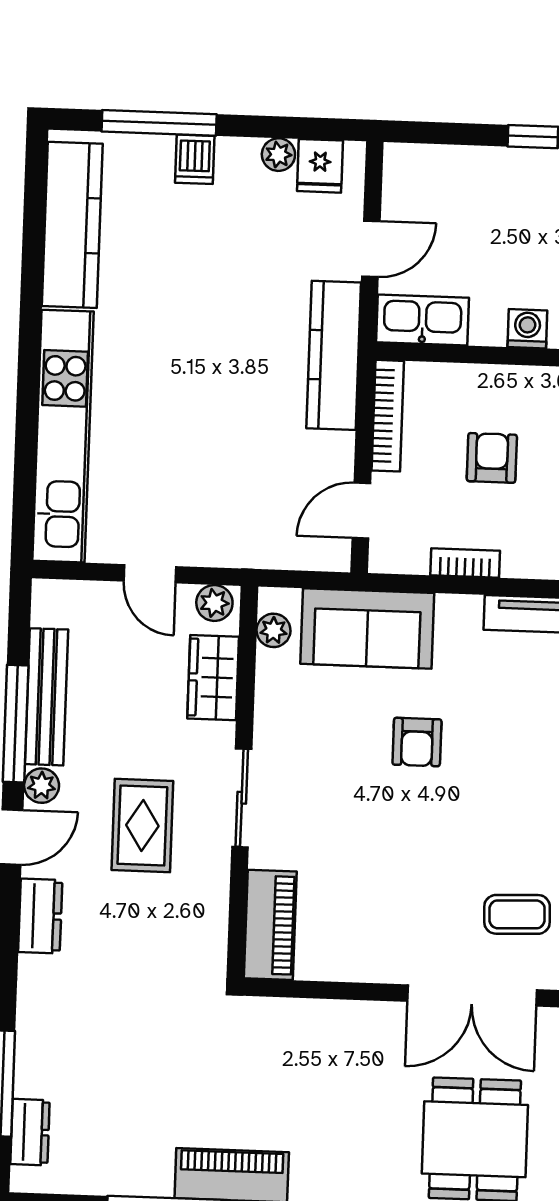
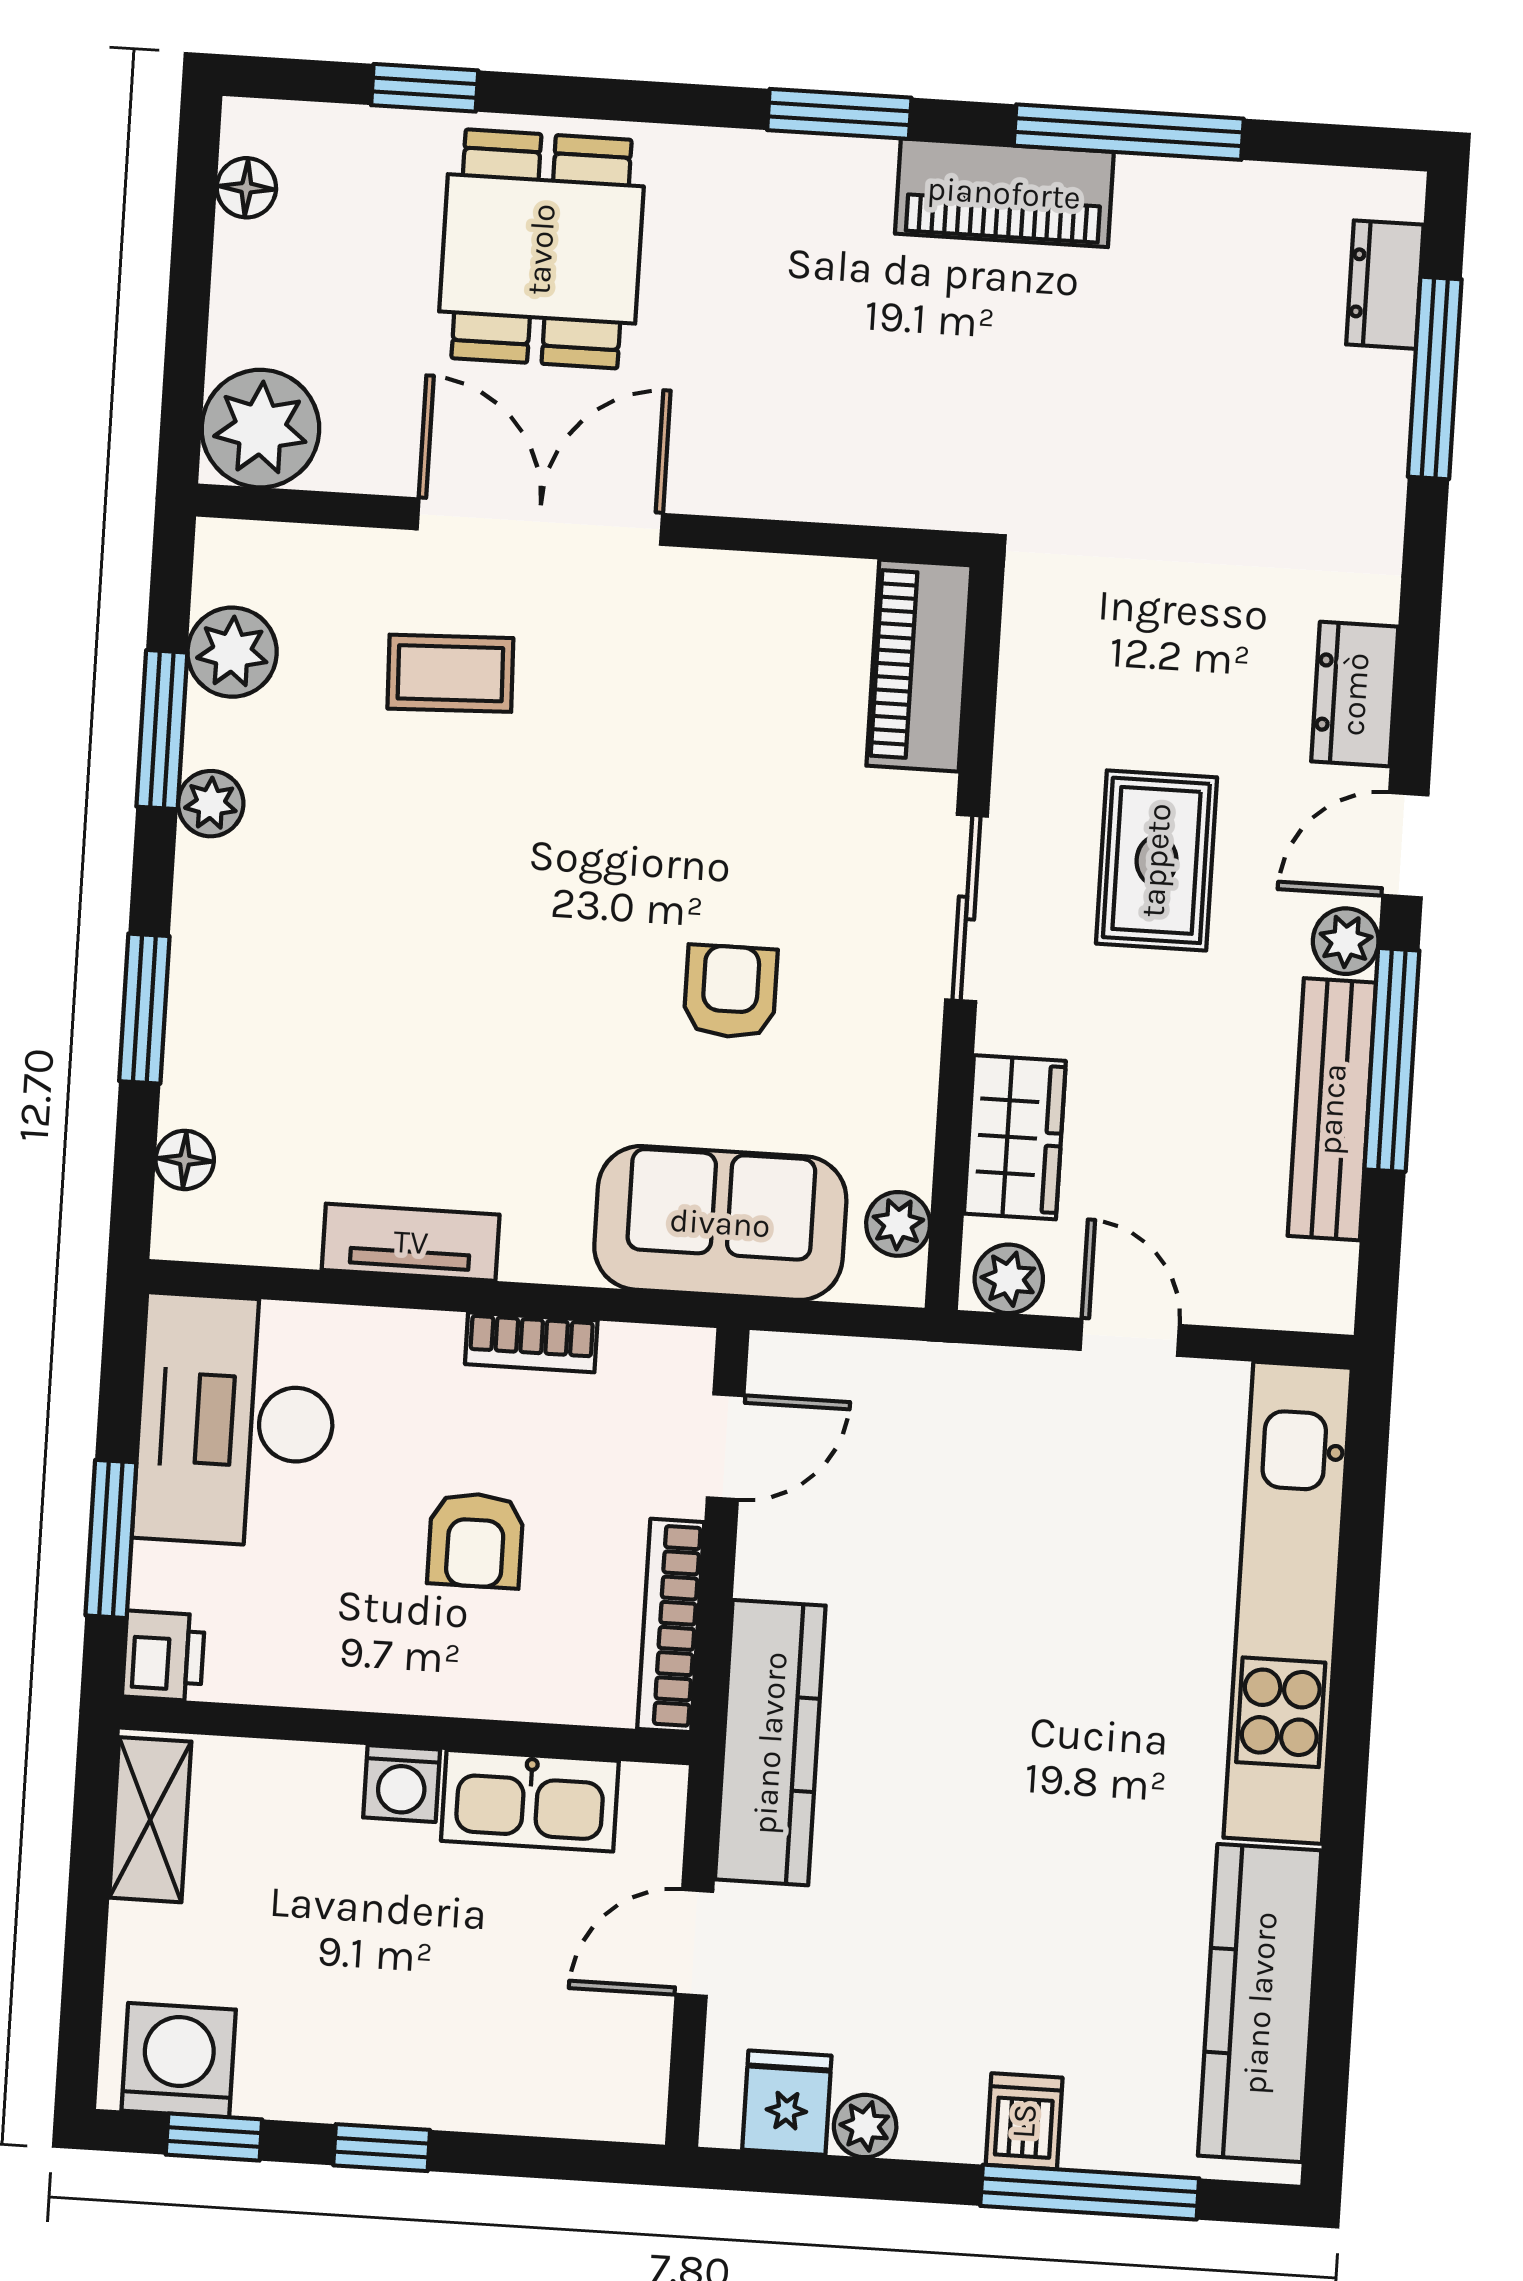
kitchen sink: (423, 320) -> (530, 1801), moved
armchair: (417, 742) -> (730, 992), moved

